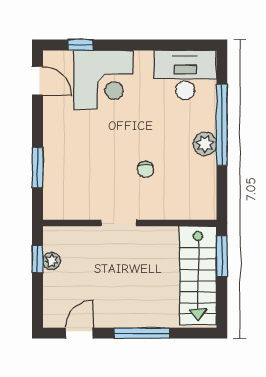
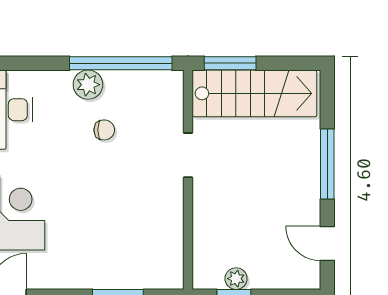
window: (222, 125) -> (121, 63), moved
chair: (146, 169) -> (104, 130), moved
doorway: (119, 223) -> (188, 155), moved

